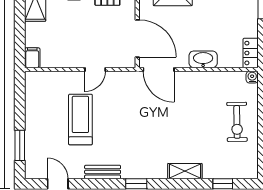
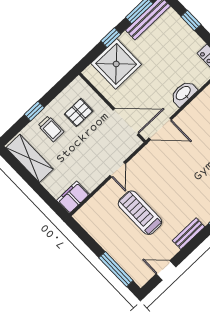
filing cabinet: (32, 58) -> (73, 197), width x2.00
window: (20, 145) -> (116, 269), width x1.44

